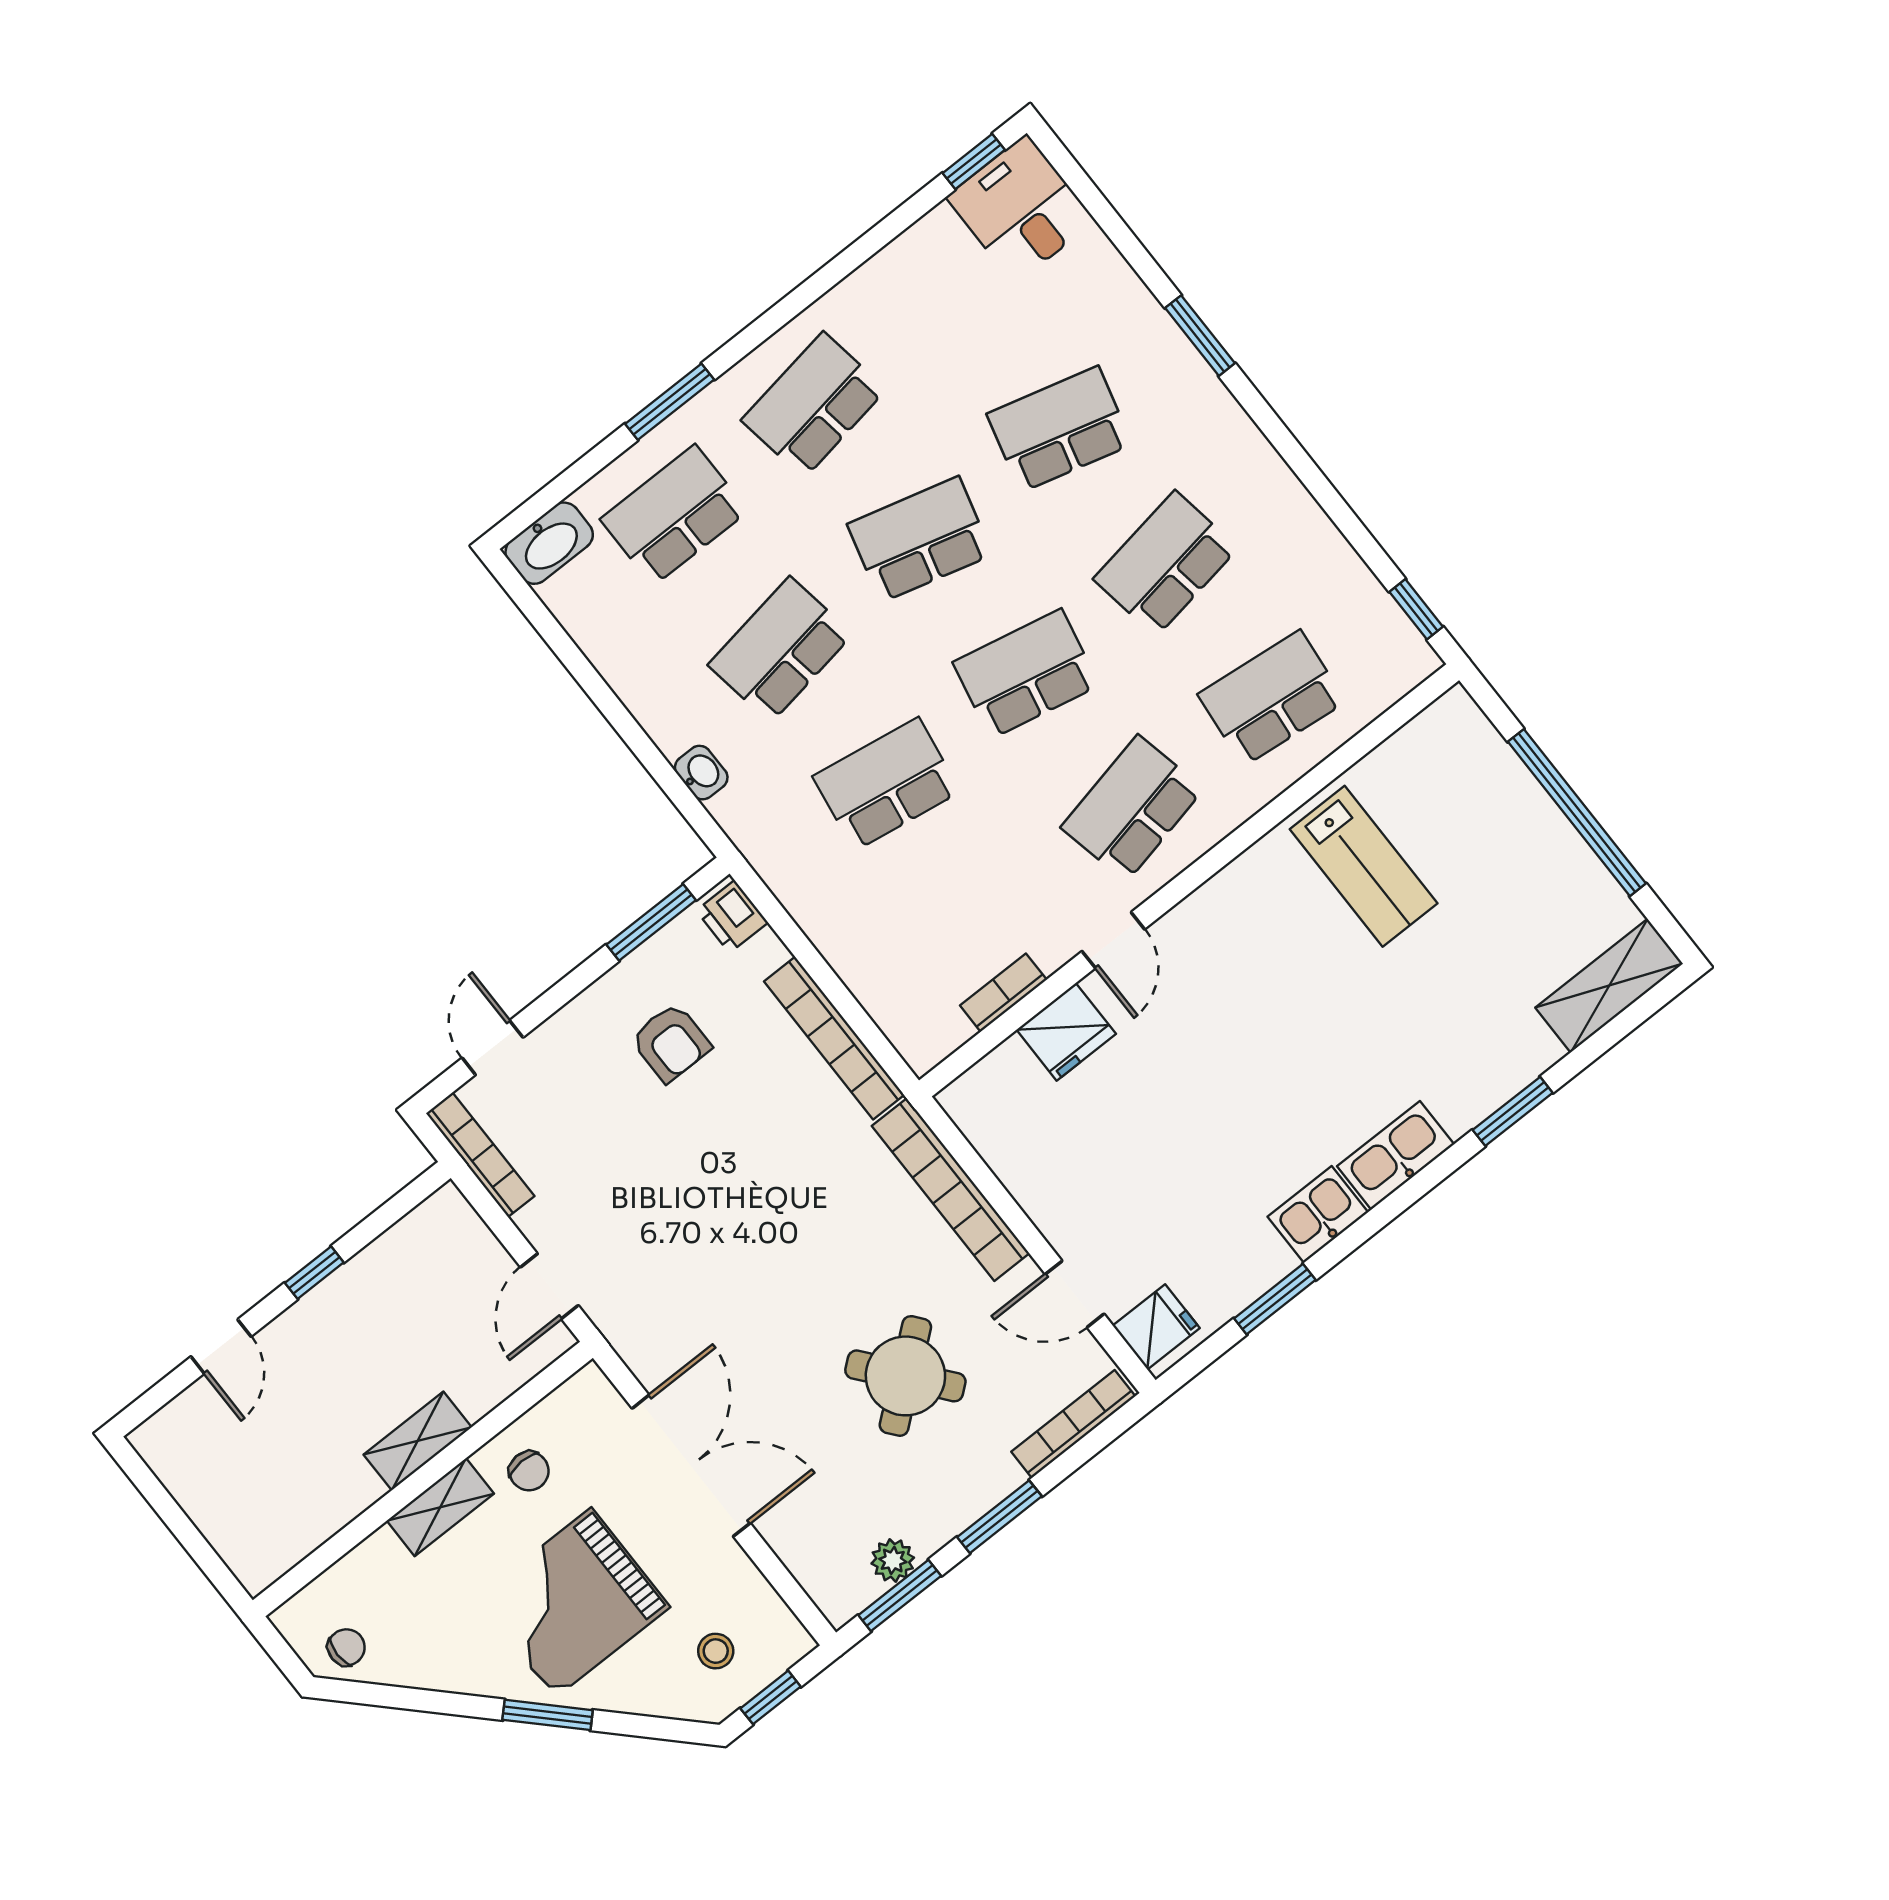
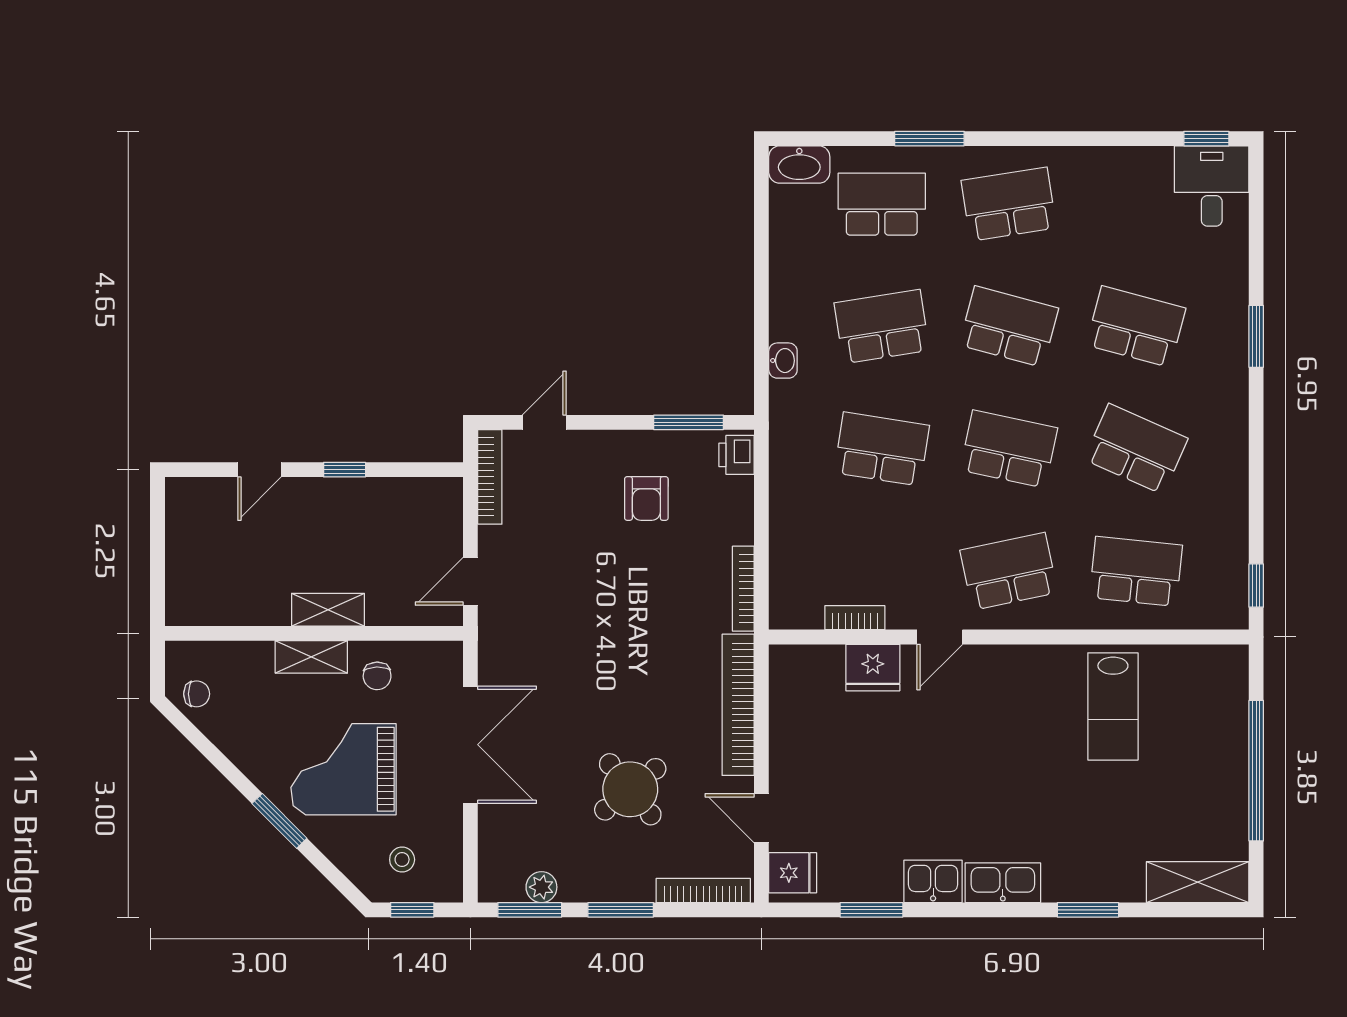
school desk: (1166, 564) -> (1136, 449), turned 33
bookcase: (834, 1038) -> (743, 589), width x0.68, depth x0.76

